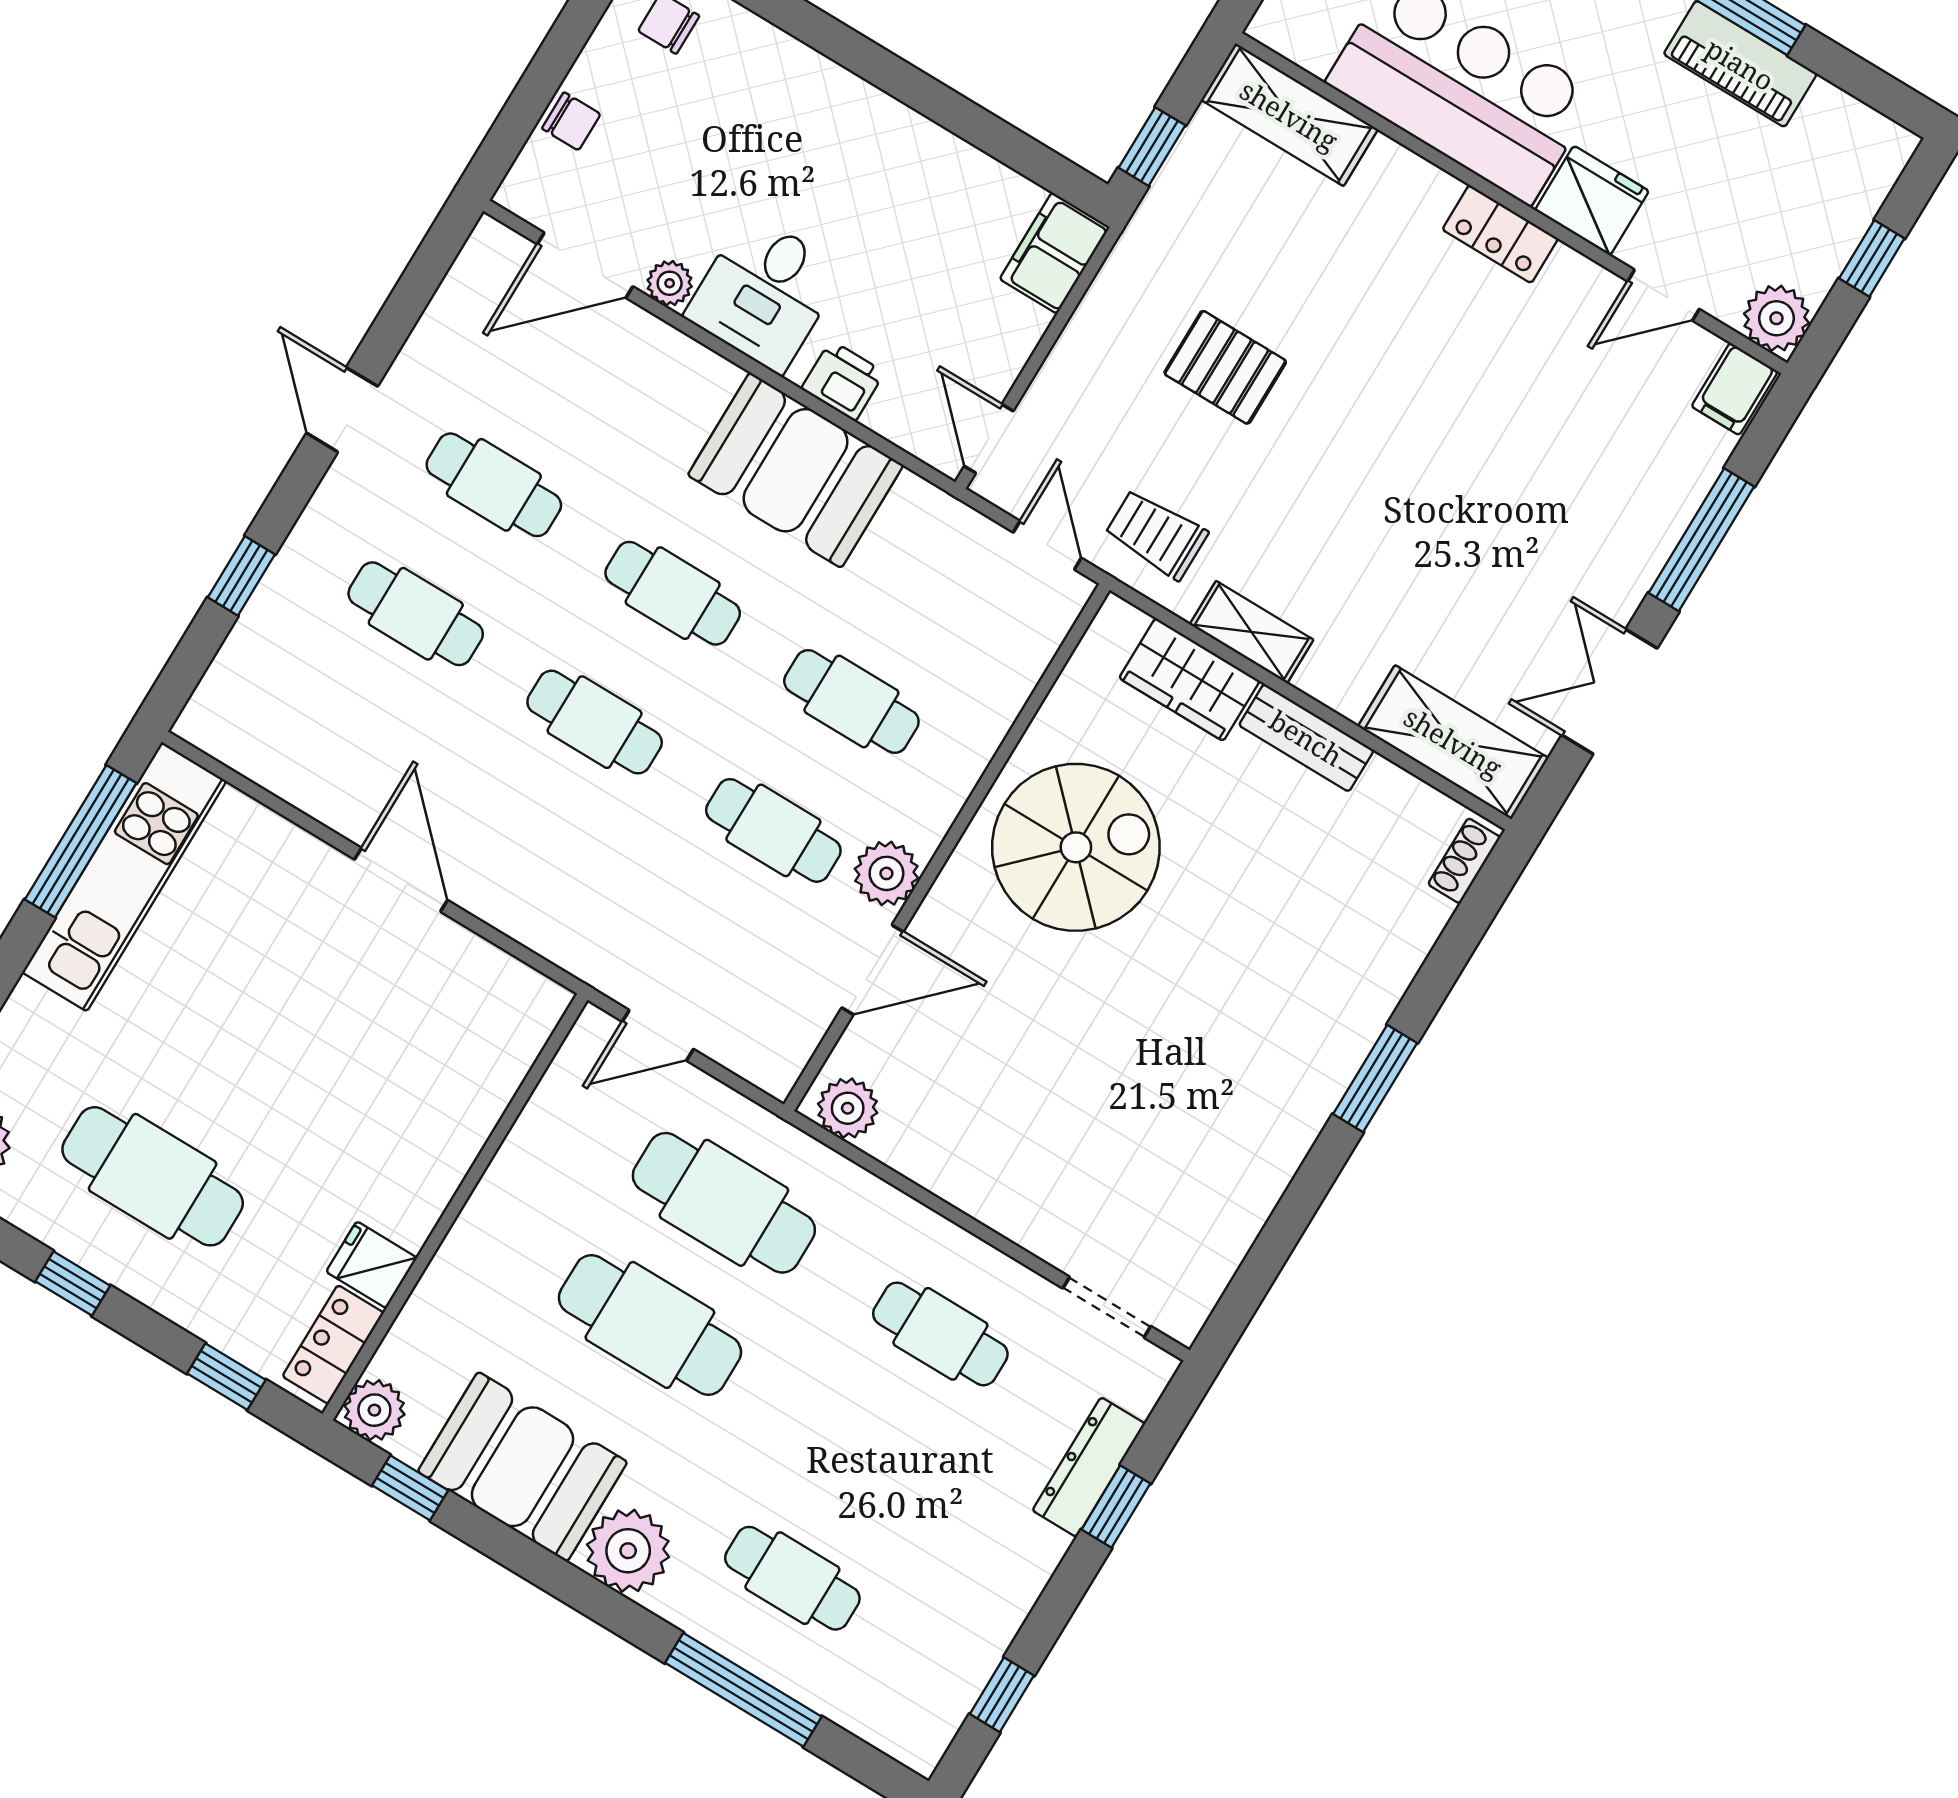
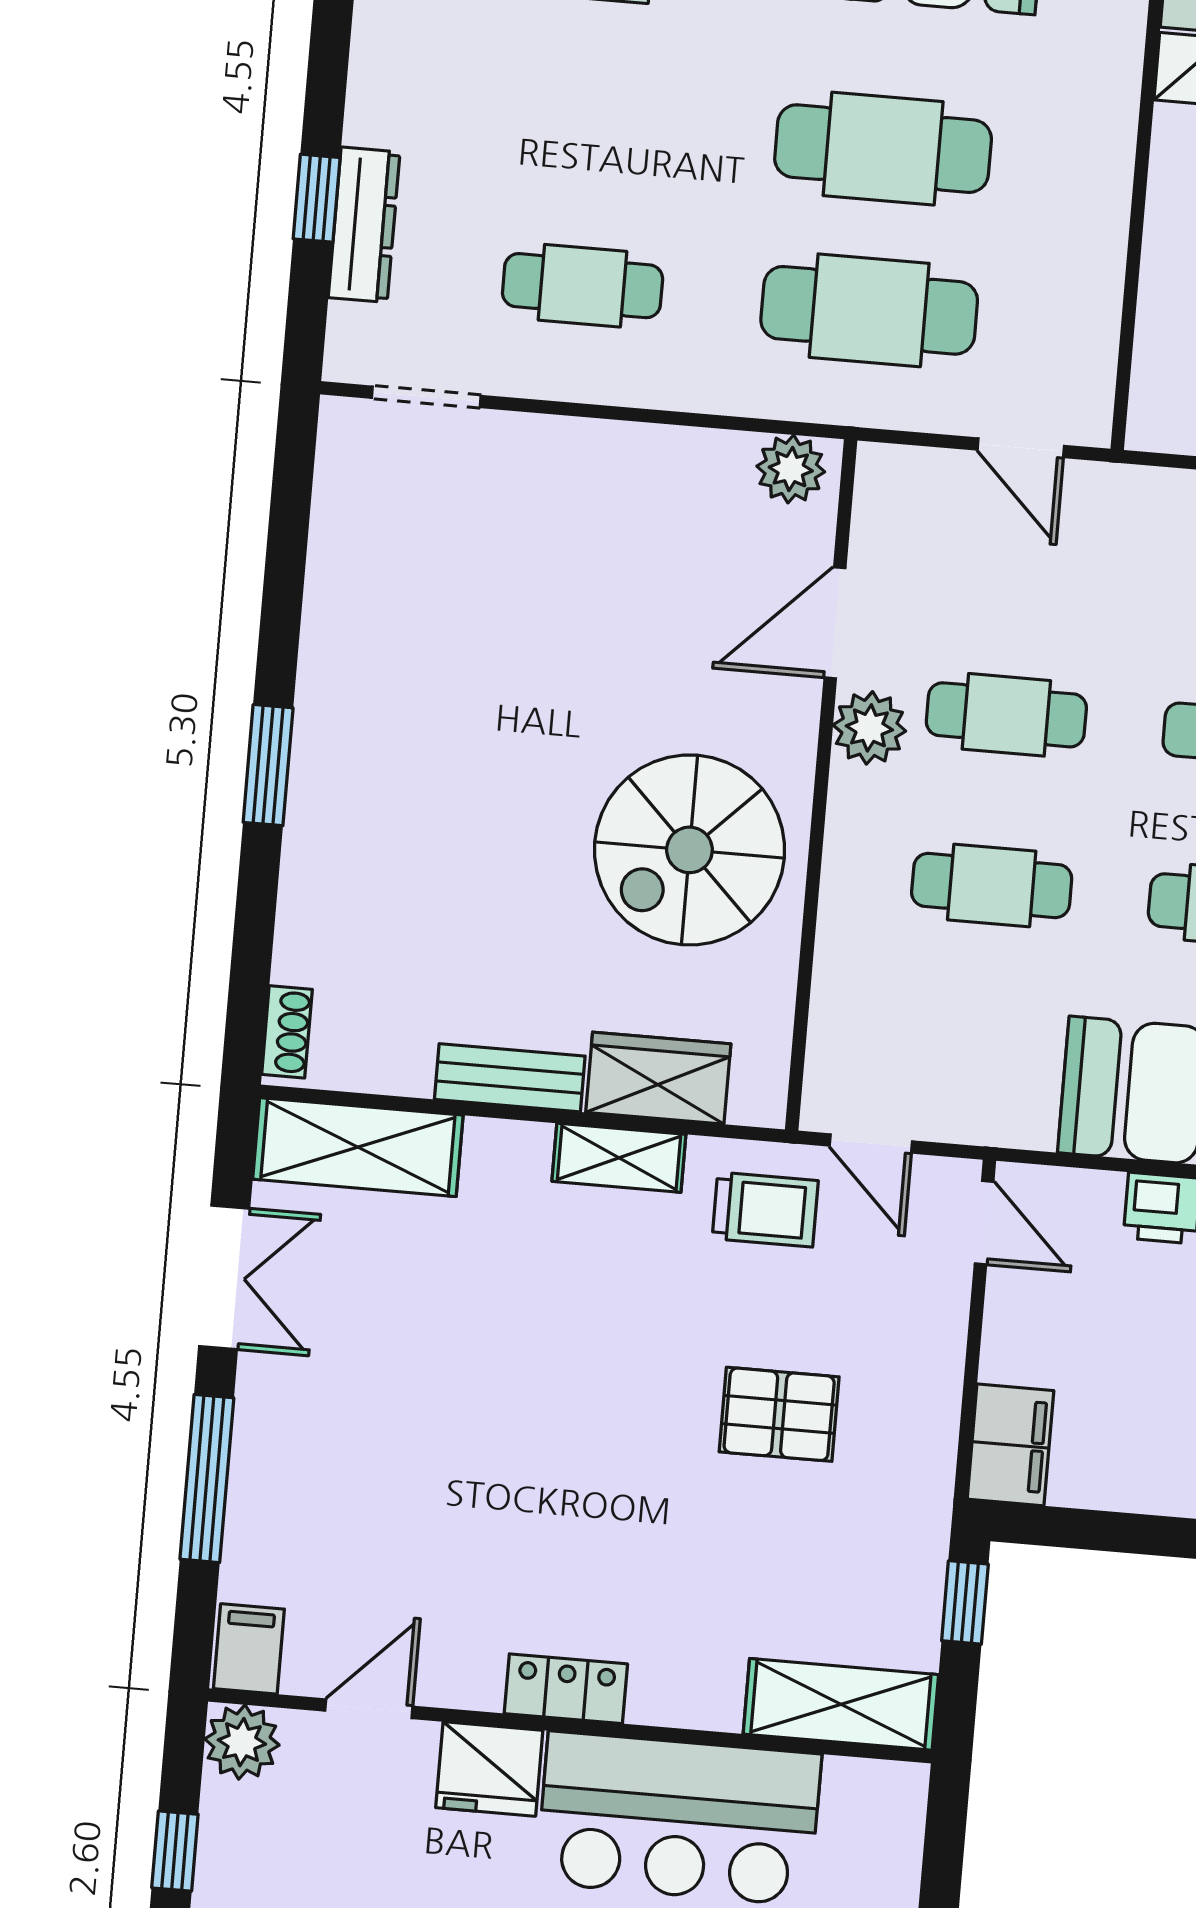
door: (658, 1035) -> (1021, 448), swing flipped

